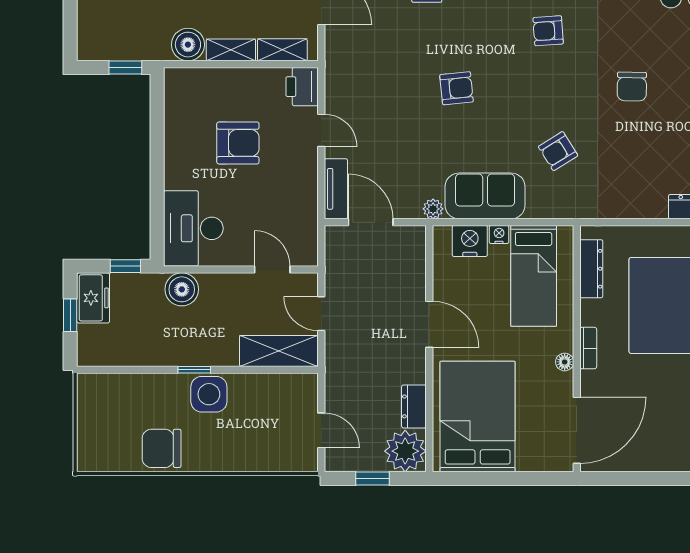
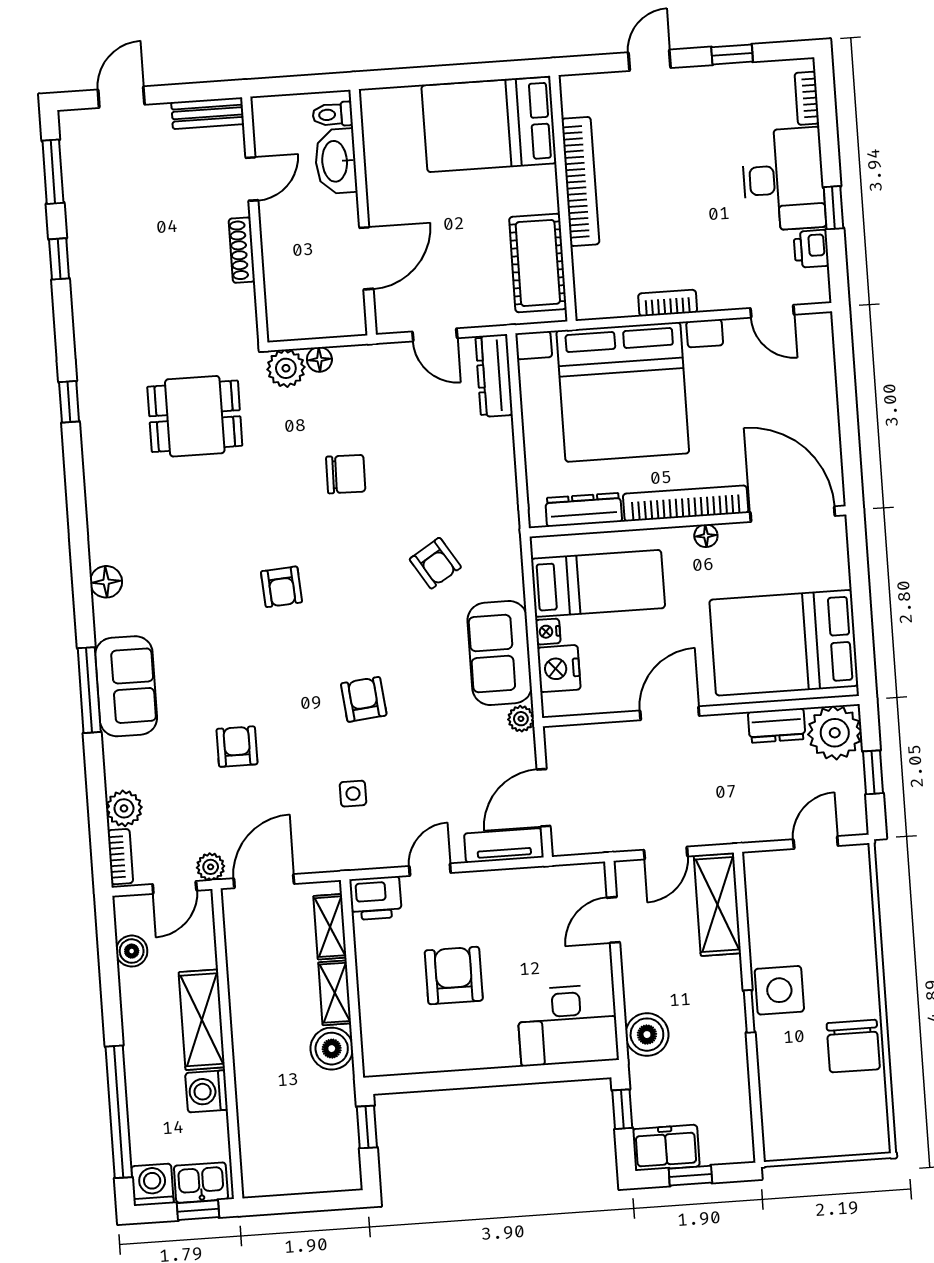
side table: (384, 75) -> (353, 794), added
bookcase: (588, 348) -> (686, 503), width x2.31, depth x1.31

